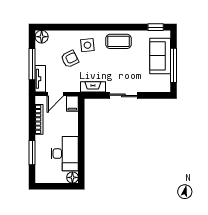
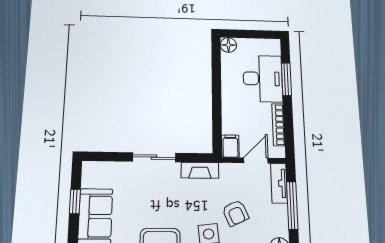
armchair: (70, 59) -> (235, 213), turned -88
window: (174, 65) -> (75, 202), width x0.46
desk: (65, 154) -> (263, 79), moved, turned 180

